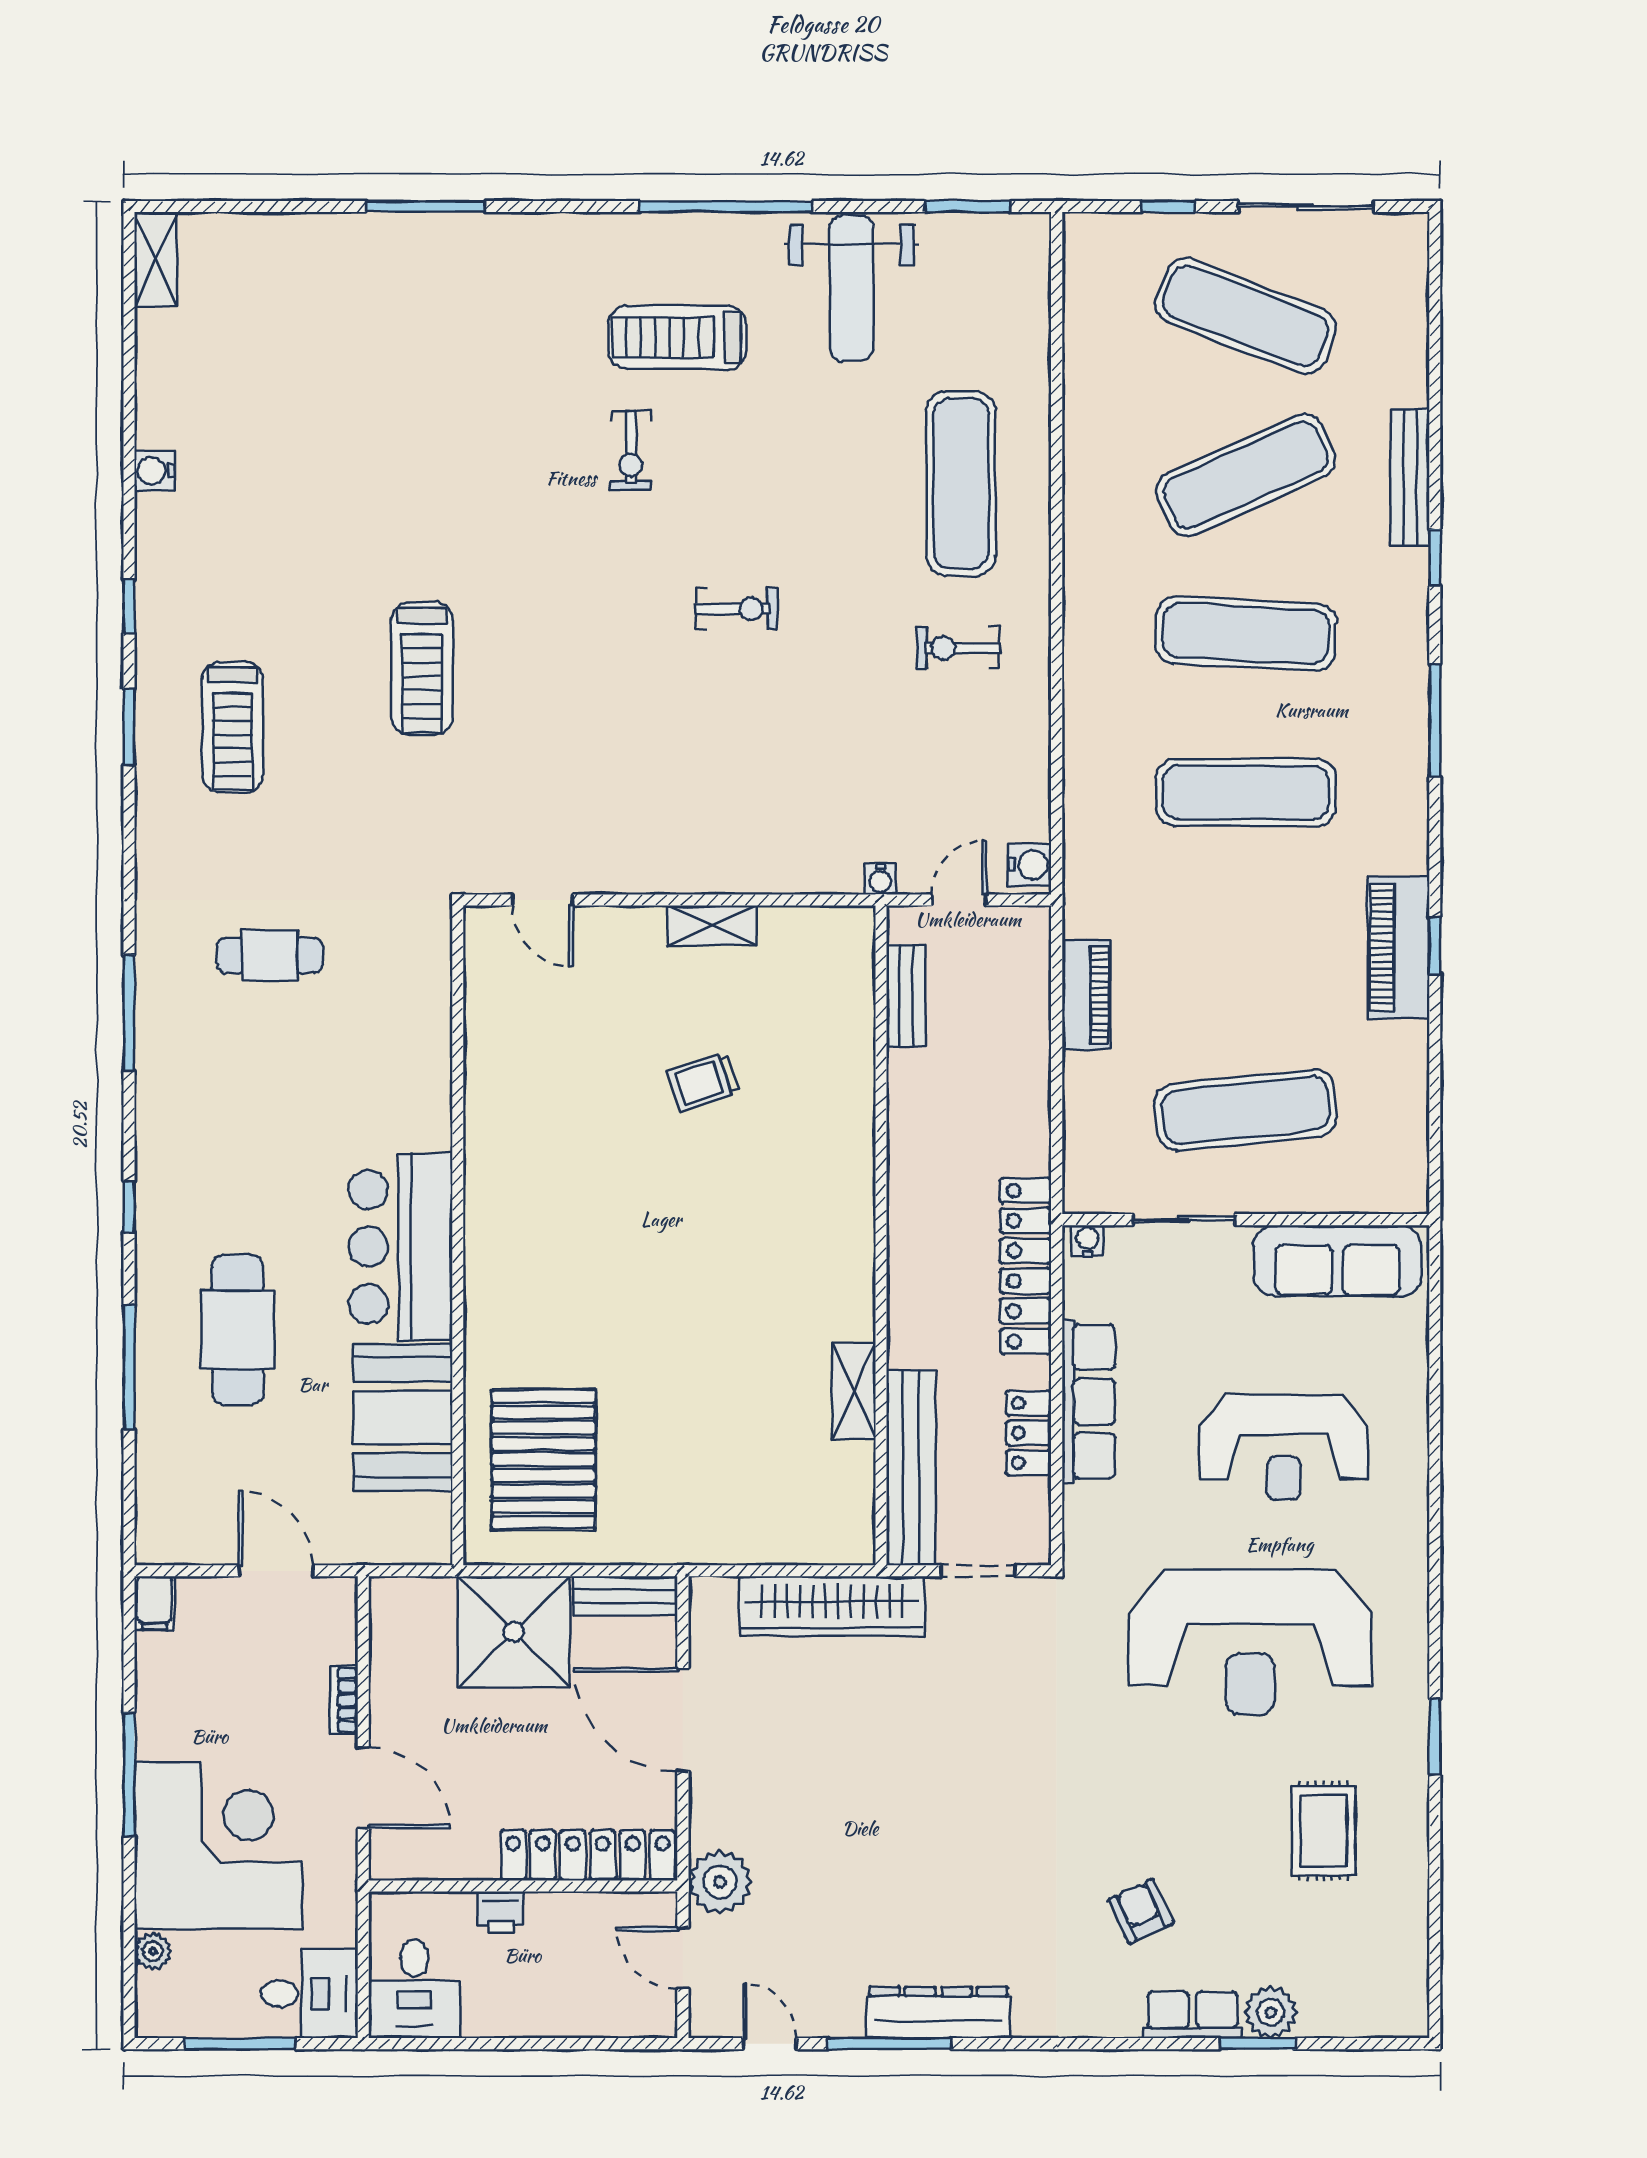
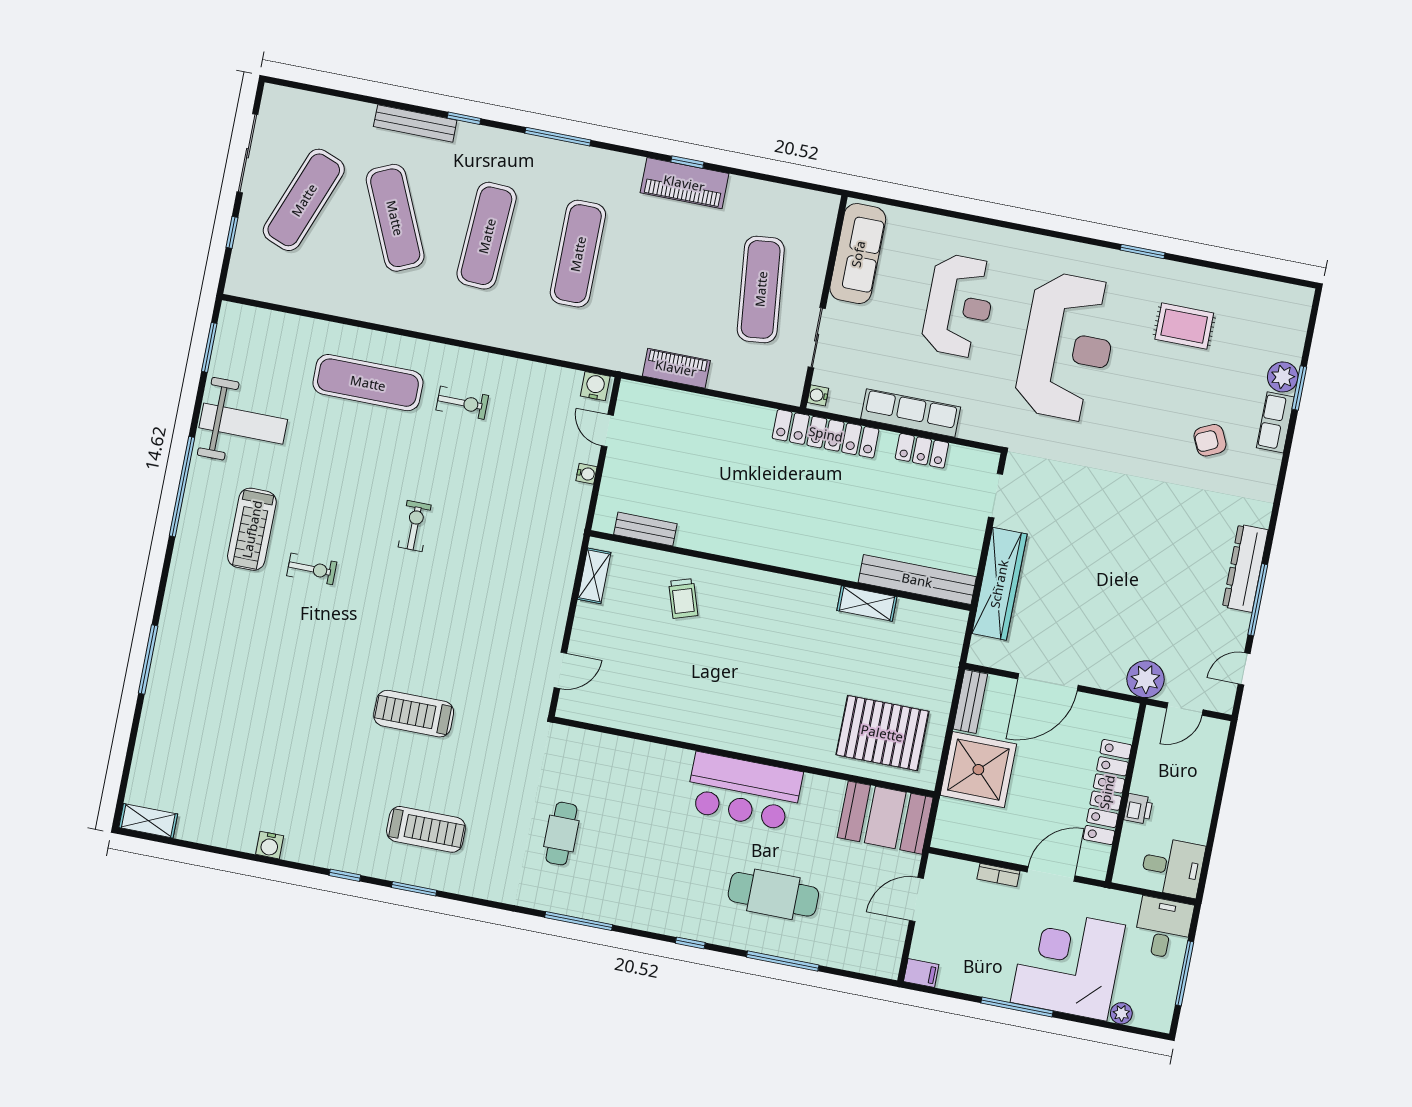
exercise bike: (958, 648) -> (462, 403), turned -90
treadmill: (422, 669) -> (414, 714), turned 180
bench: (906, 996) -> (645, 529), moved
wall: (881, 1235) -> (780, 570), moved
shelving: (854, 1391) -> (867, 604), moved
booth: (403, 1417) -> (885, 818), moved
bench: (911, 1467) -> (917, 580), moved
locker: (588, 1855) -> (1107, 792), moved

